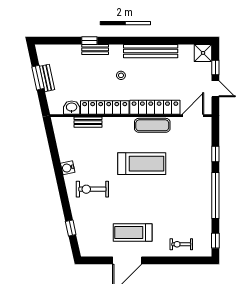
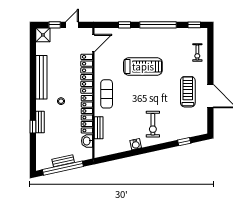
window: (38, 78) -> (63, 168), width x2.11
door: (193, 116) -> (93, 43), swing flipped
exercise mat: (152, 125) -> (107, 94), moved
treadmill: (142, 164) -> (143, 66), moved, turned 90
treadmill: (133, 233) -> (188, 92), turned 180

